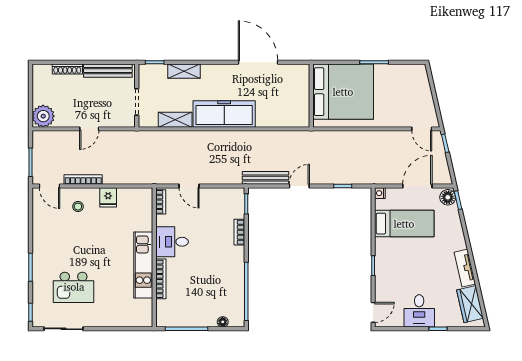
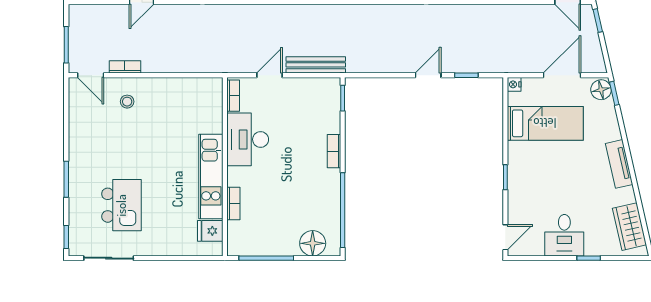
bench: (266, 178) -> (316, 65), moved
bookcase: (83, 180) -> (125, 67), width x0.64
door: (189, 186) -> (269, 75), swing flipped
door: (299, 186) -> (428, 75), moved
fridge: (108, 197) -> (210, 231), moved, turned 90
bookcase: (239, 232) -> (334, 151), moved
desk: (172, 242) -> (248, 139), width x1.37
tv unit: (465, 268) -> (619, 164), moved
bookcase: (161, 279) -> (233, 203), width x0.64
kitchen island: (74, 287) -> (121, 205), turned -90
floor lamp: (223, 322) -> (313, 243), width x1.89, depth x1.89

